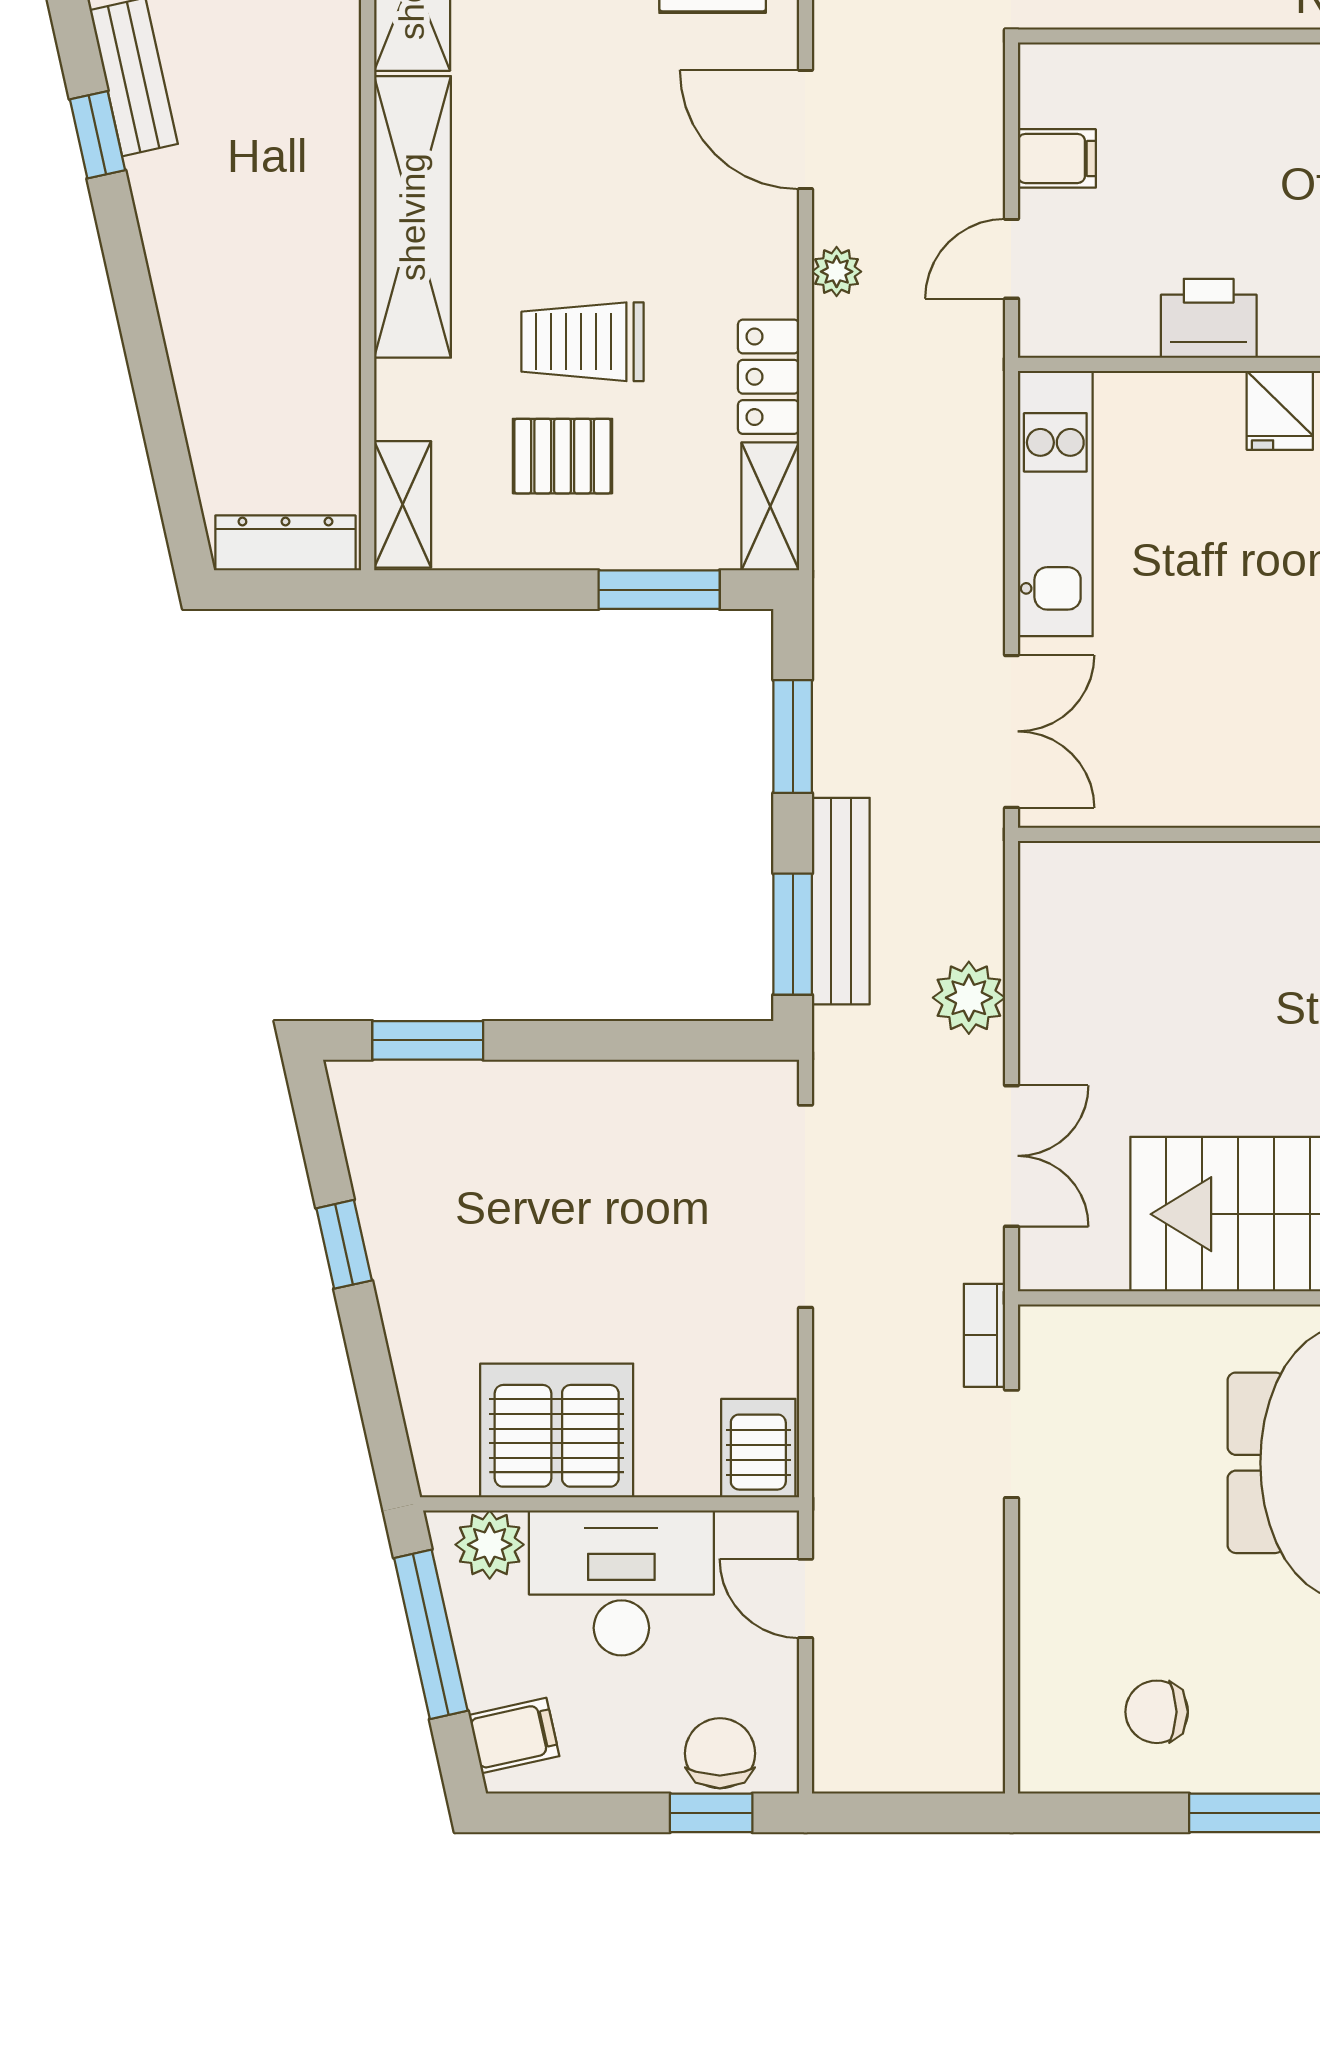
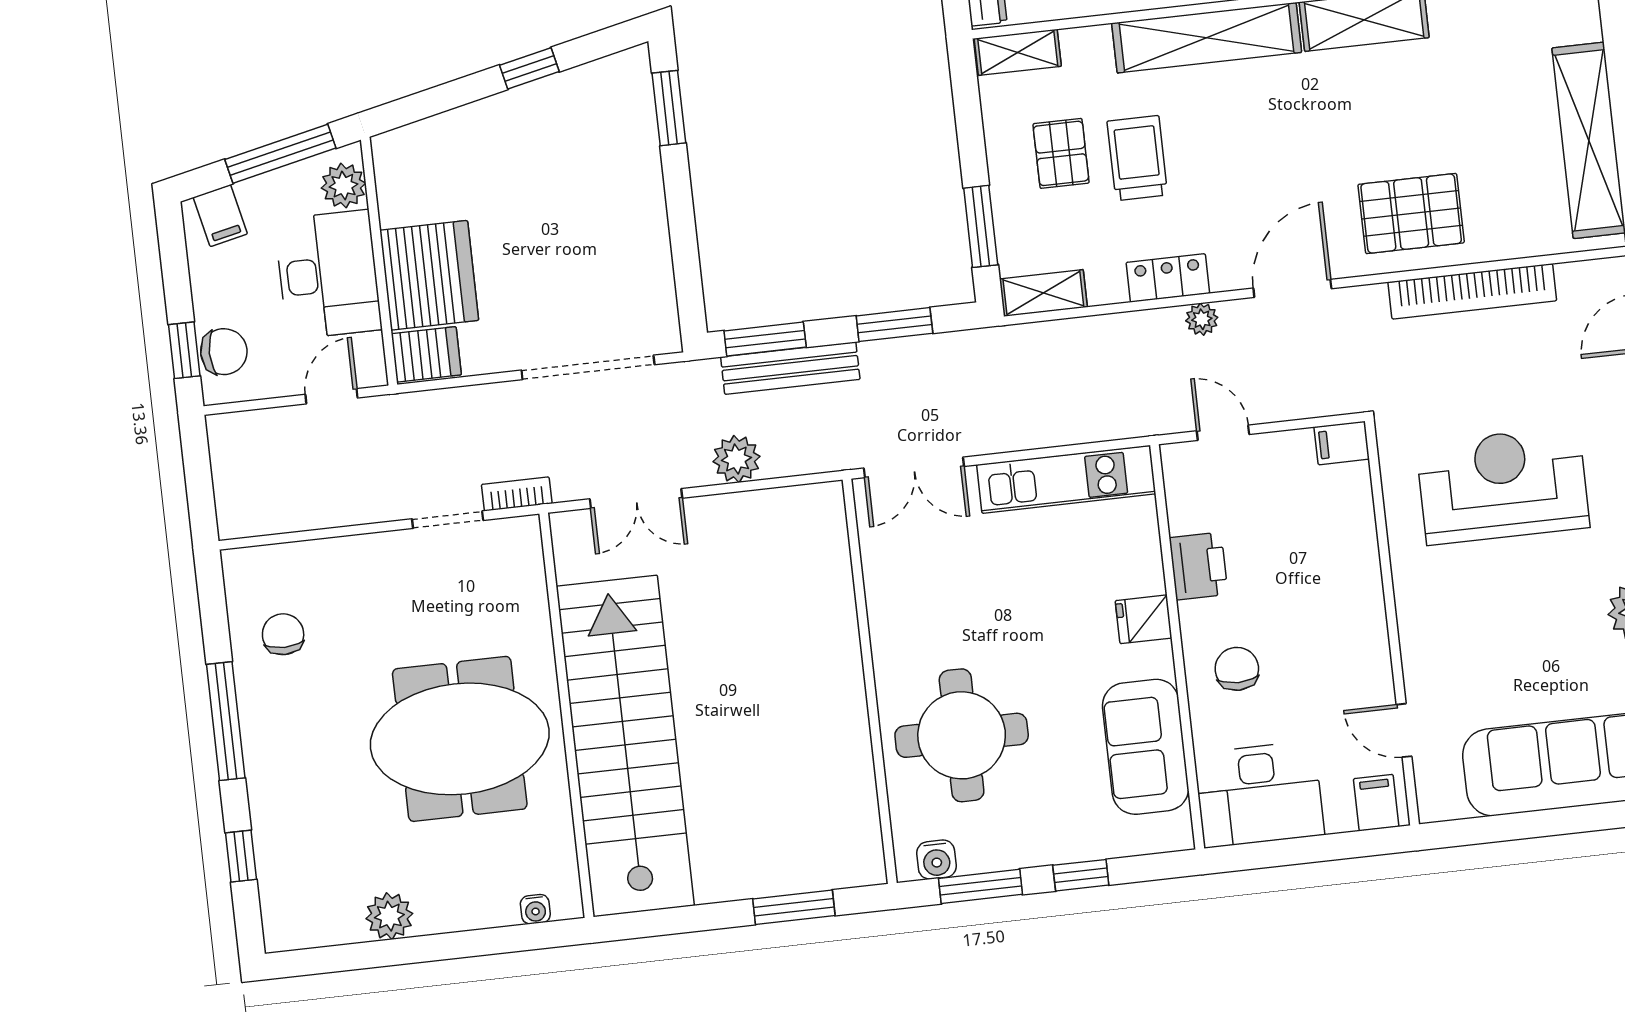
filing cabinet: (1057, 158) -> (1342, 443), moved, turned 90
locker: (769, 377) -> (1168, 278), moved
server rack: (557, 1430) -> (429, 275), moved

